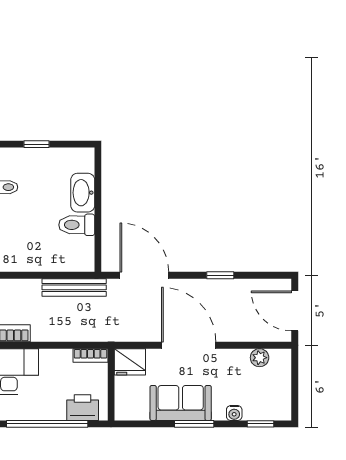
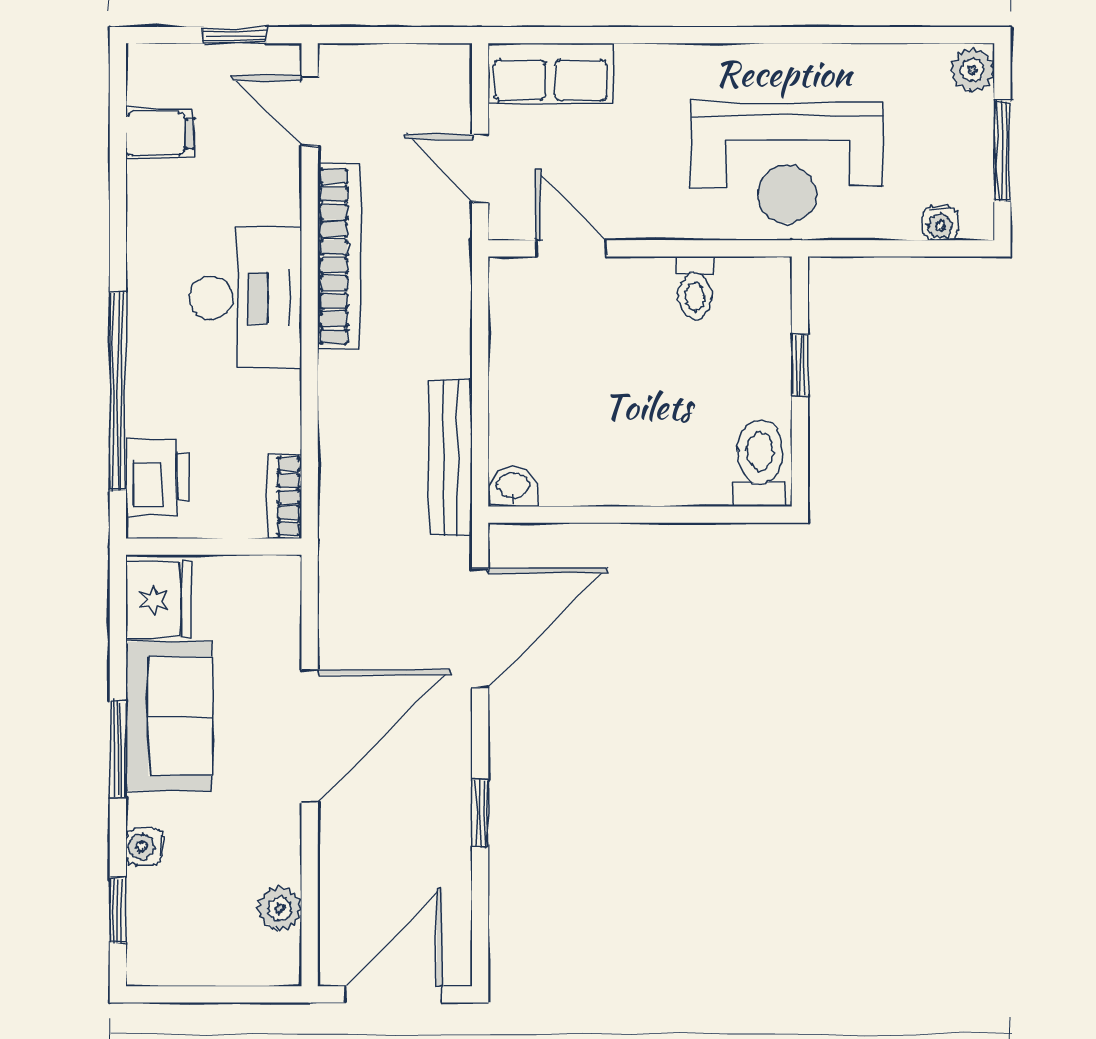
washbasin: (83, 193) -> (513, 487), moved, width x0.52, depth x0.69
toilet: (77, 225) -> (760, 463), moved
fridge: (130, 362) -> (158, 600), moved, turned 180

